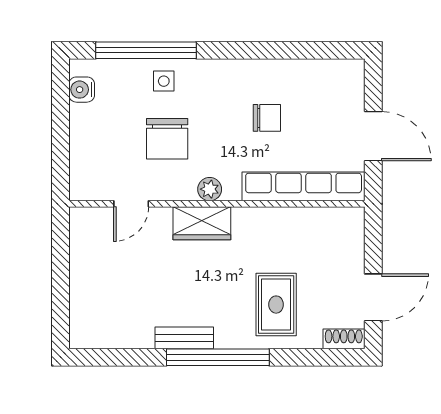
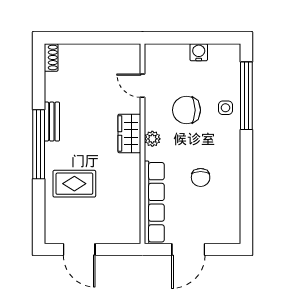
water cooler: (82, 90) -> (199, 52), moved
shoe rack: (344, 339) -> (51, 57), moved

